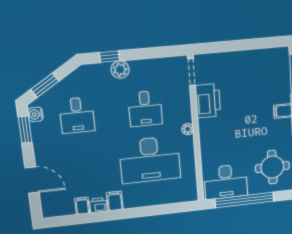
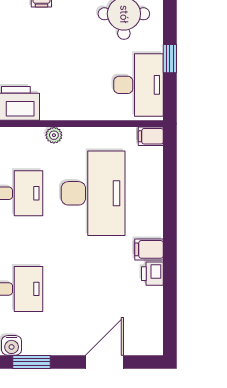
window: (244, 200) -> (170, 59), width x0.32
filing cabinet: (82, 206) -> (151, 136), moved

